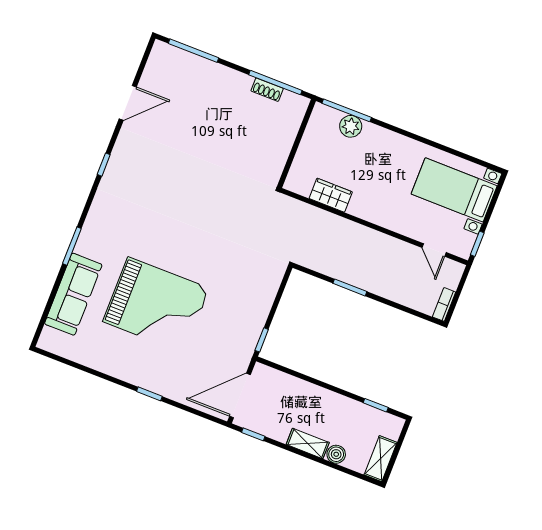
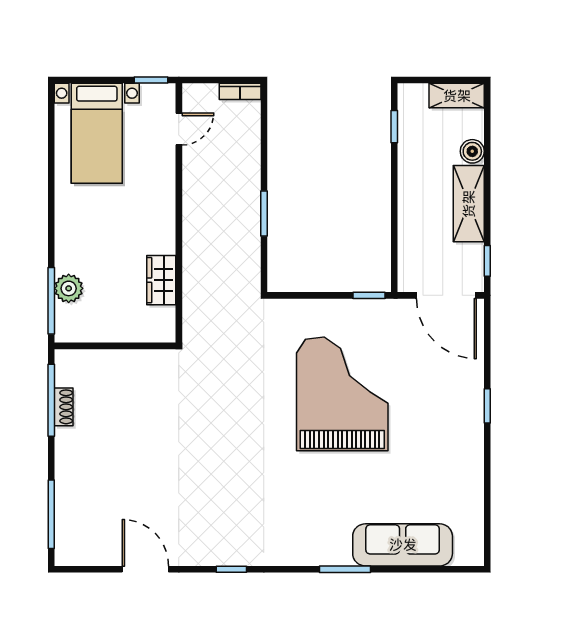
grand piano: (156, 305) -> (342, 394), moved
shelving: (308, 443) -> (469, 204), width x1.50, depth x1.33

